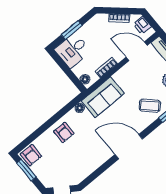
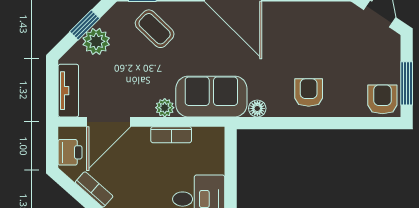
door: (137, 51) -> (109, 122), hinge flipped
plant: (118, 76) -> (165, 108), added
floor lamp: (85, 79) -> (216, 143), removed

